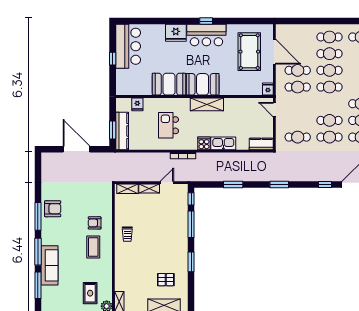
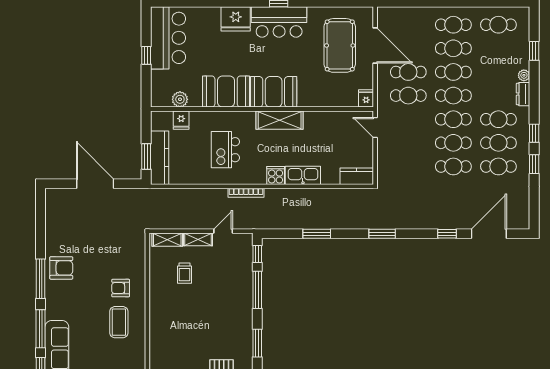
plant: (136, 90) -> (180, 99), added
cafe table: (298, 137) -> (453, 119), moved
trolley: (127, 234) -> (184, 273), moved

